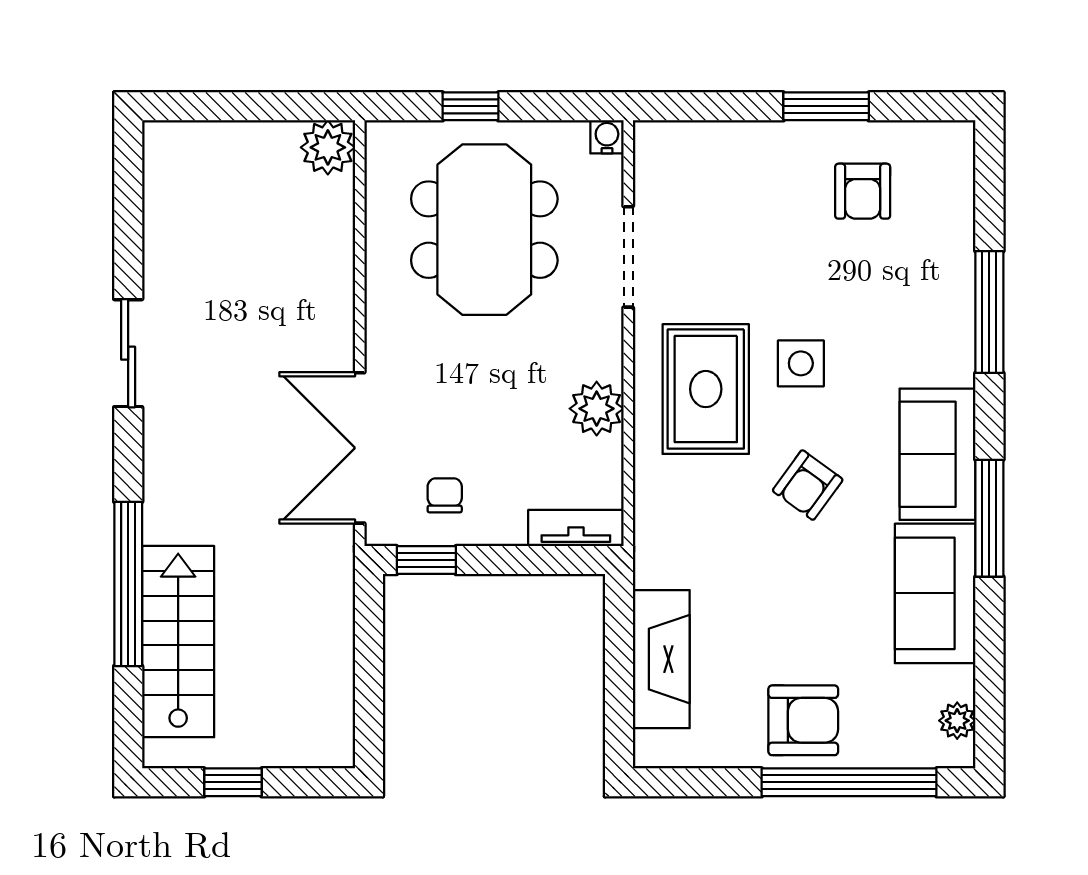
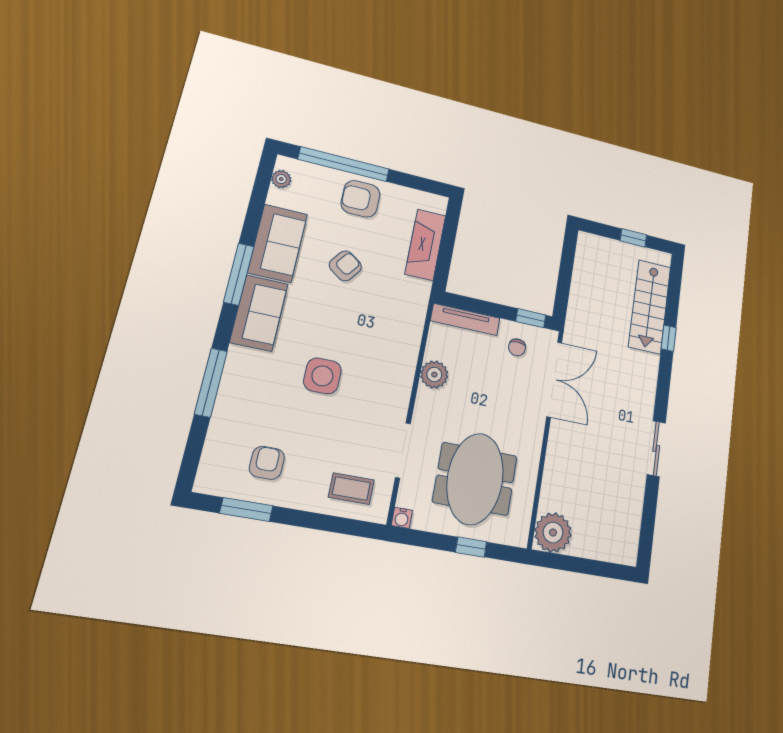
window: (826, 106) -> (246, 510), moved
plant: (328, 147) -> (553, 532), width x1.36, depth x1.36
coffee table: (707, 173) -> (351, 489), added
side table: (801, 363) -> (322, 376), width x1.37, depth x1.37
rug: (706, 389) -> (376, 373), removed
armchair: (808, 485) -> (345, 266), moved
tv unit: (576, 528) -> (465, 319), width x1.41
window: (128, 584) -> (669, 338), width x0.32

